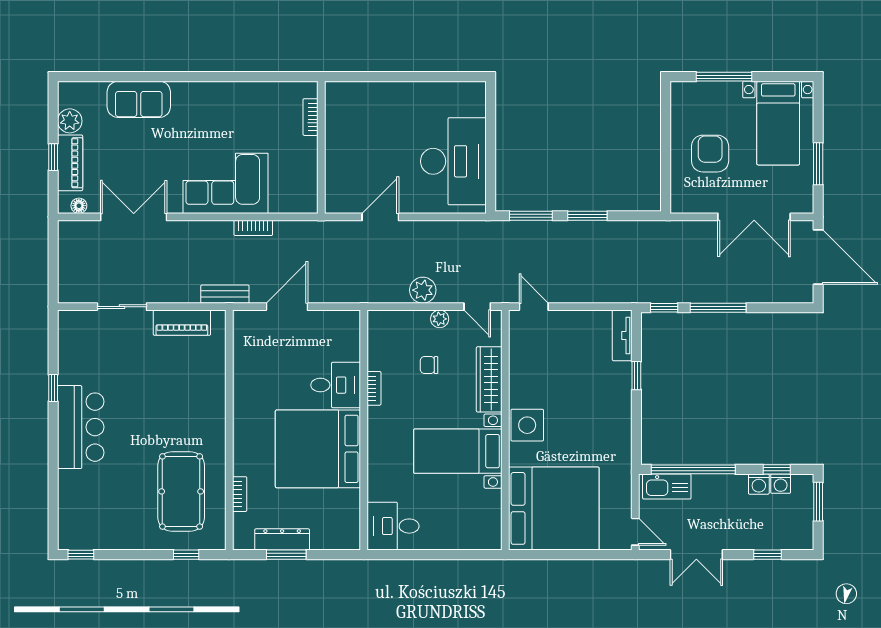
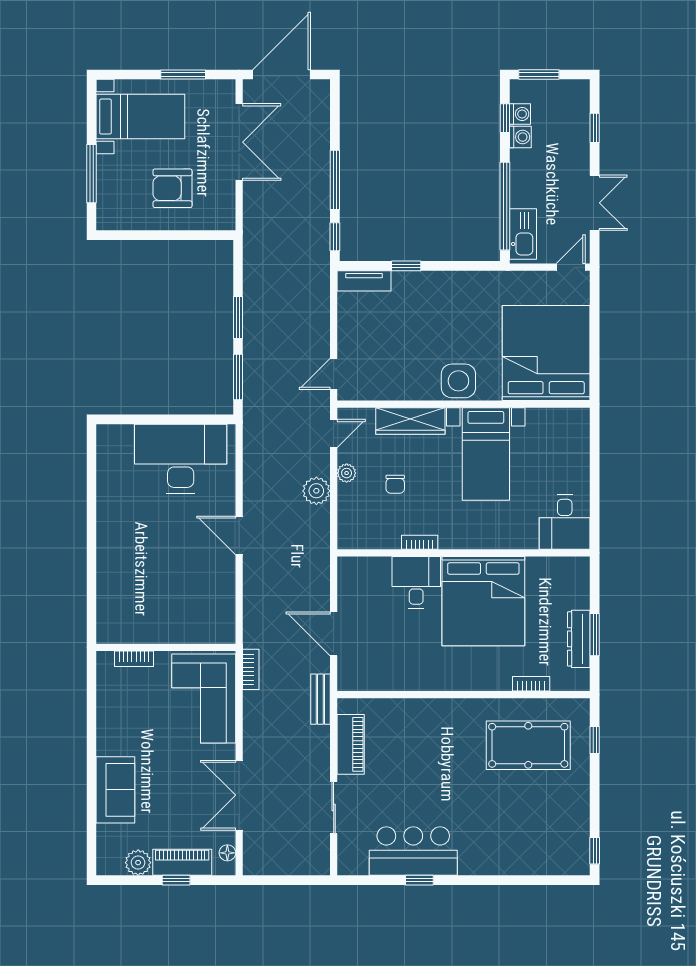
bookcase: (310, 117) -> (134, 659), moved
wall: (321, 147) -> (166, 647), moved
bar counter: (81, 427) -> (413, 851), moved

